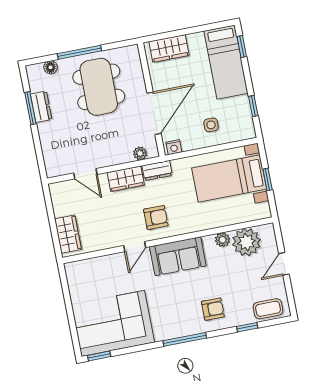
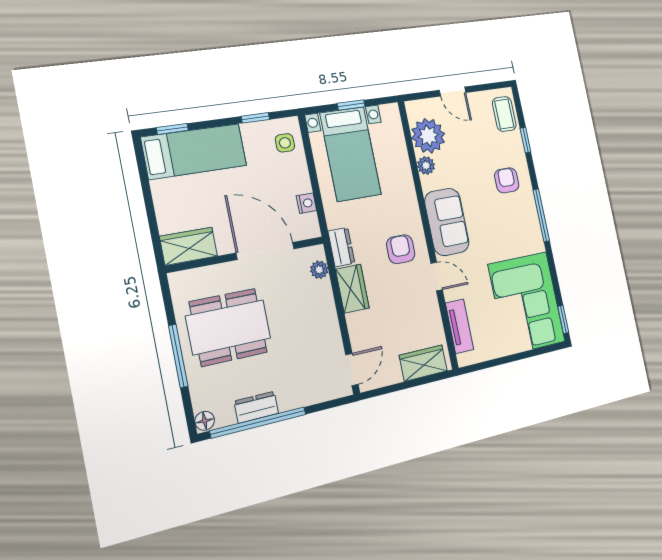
wardrobe: (169, 48) -> (189, 246), moved, turned -90
floor lamp: (51, 67) -> (205, 421), moved
window: (30, 108) -> (258, 422), width x2.11
side table: (211, 125) -> (285, 143), moved
nightstand: (174, 147) -> (306, 203), moved
door: (85, 174) -> (352, 370), moved
tv unit: (96, 265) -> (460, 326), added

